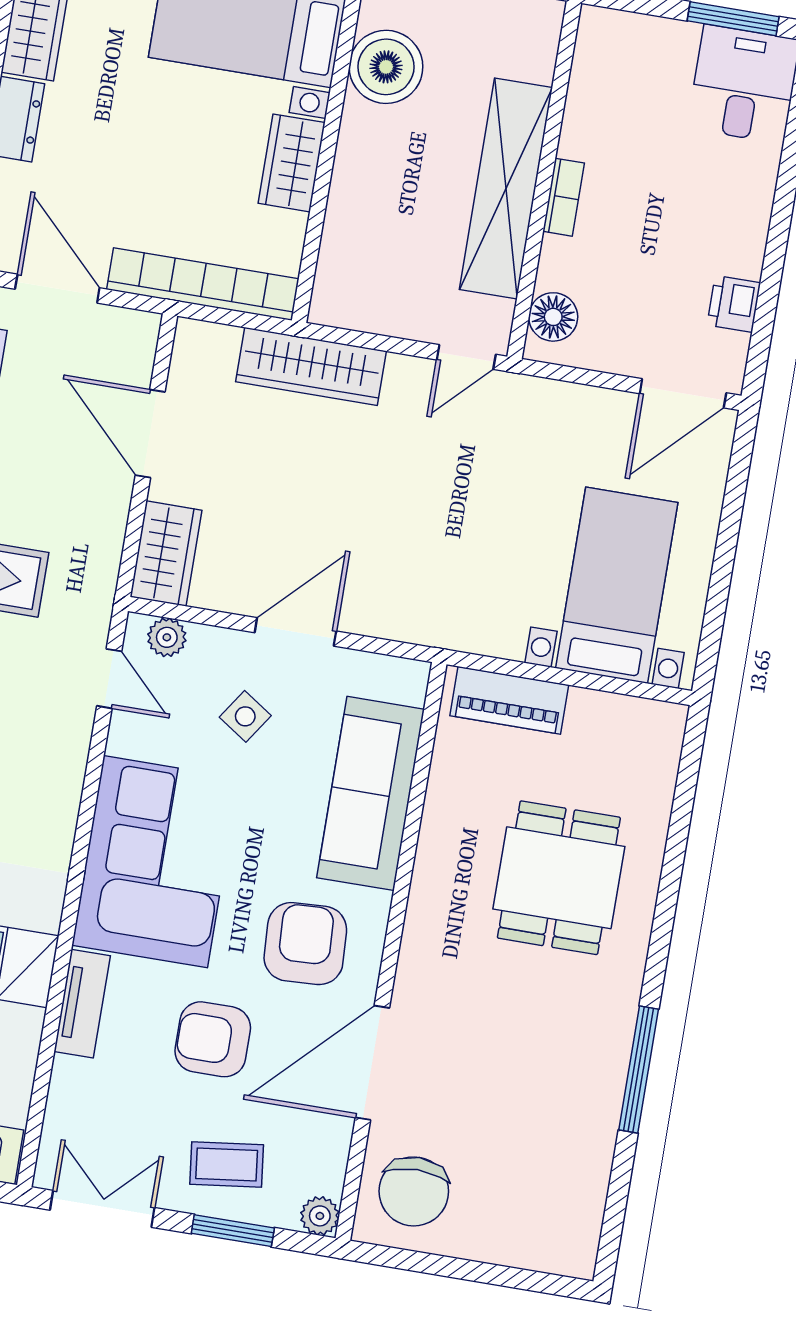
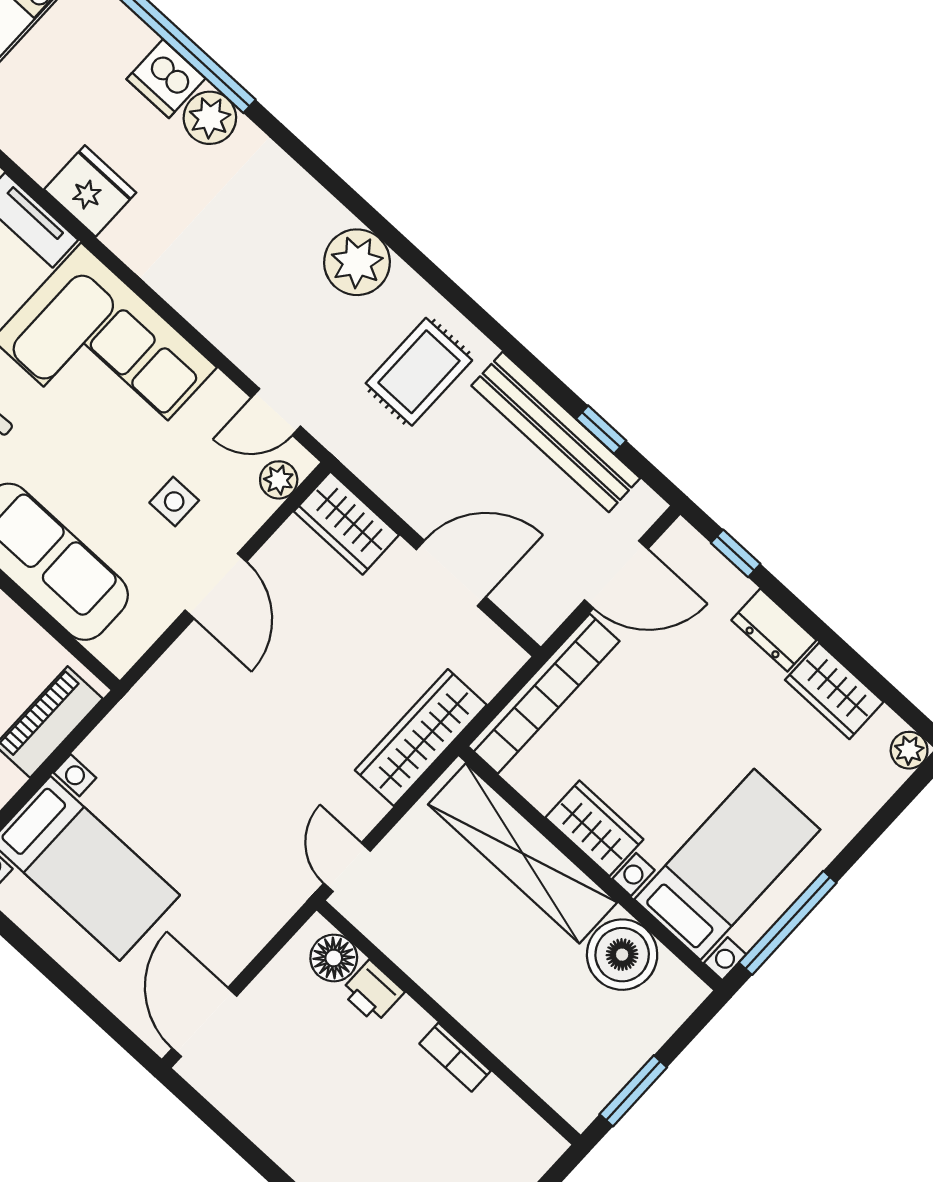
shelving: (506, 189) -> (523, 853), moved
bookcase: (564, 197) -> (455, 1057), moved
printer: (734, 304) -> (372, 992), moved, turned 180
side table: (245, 716) -> (174, 501), turned -34

